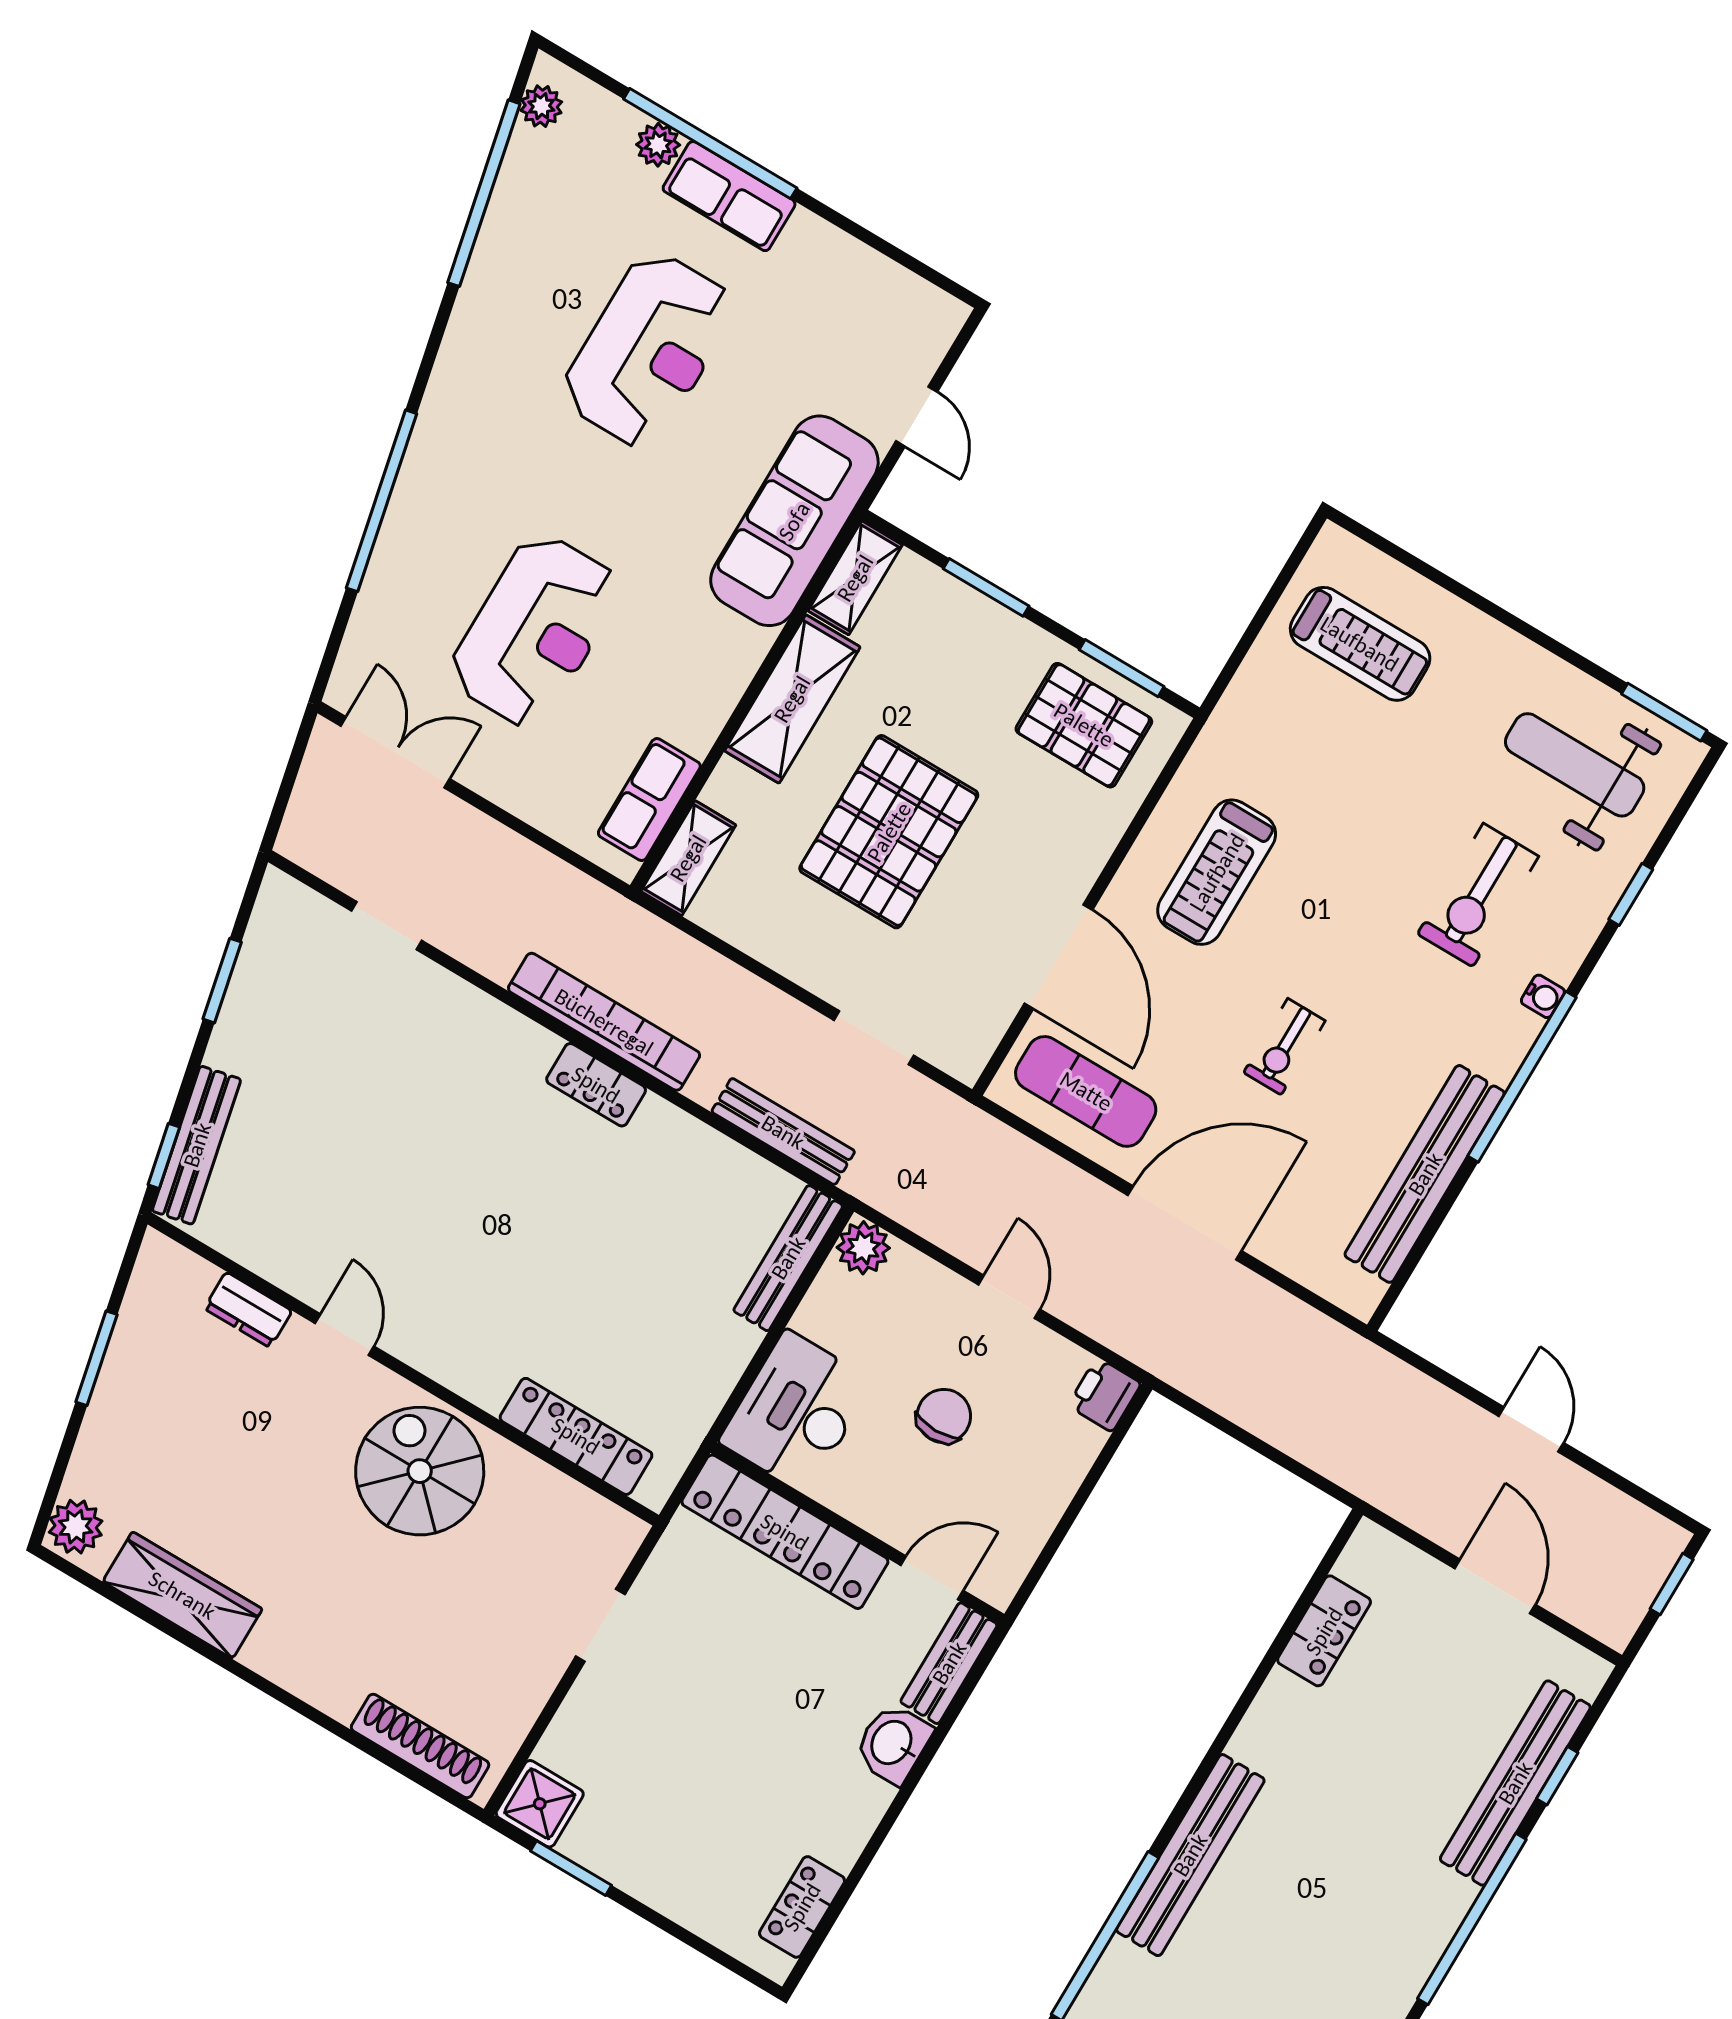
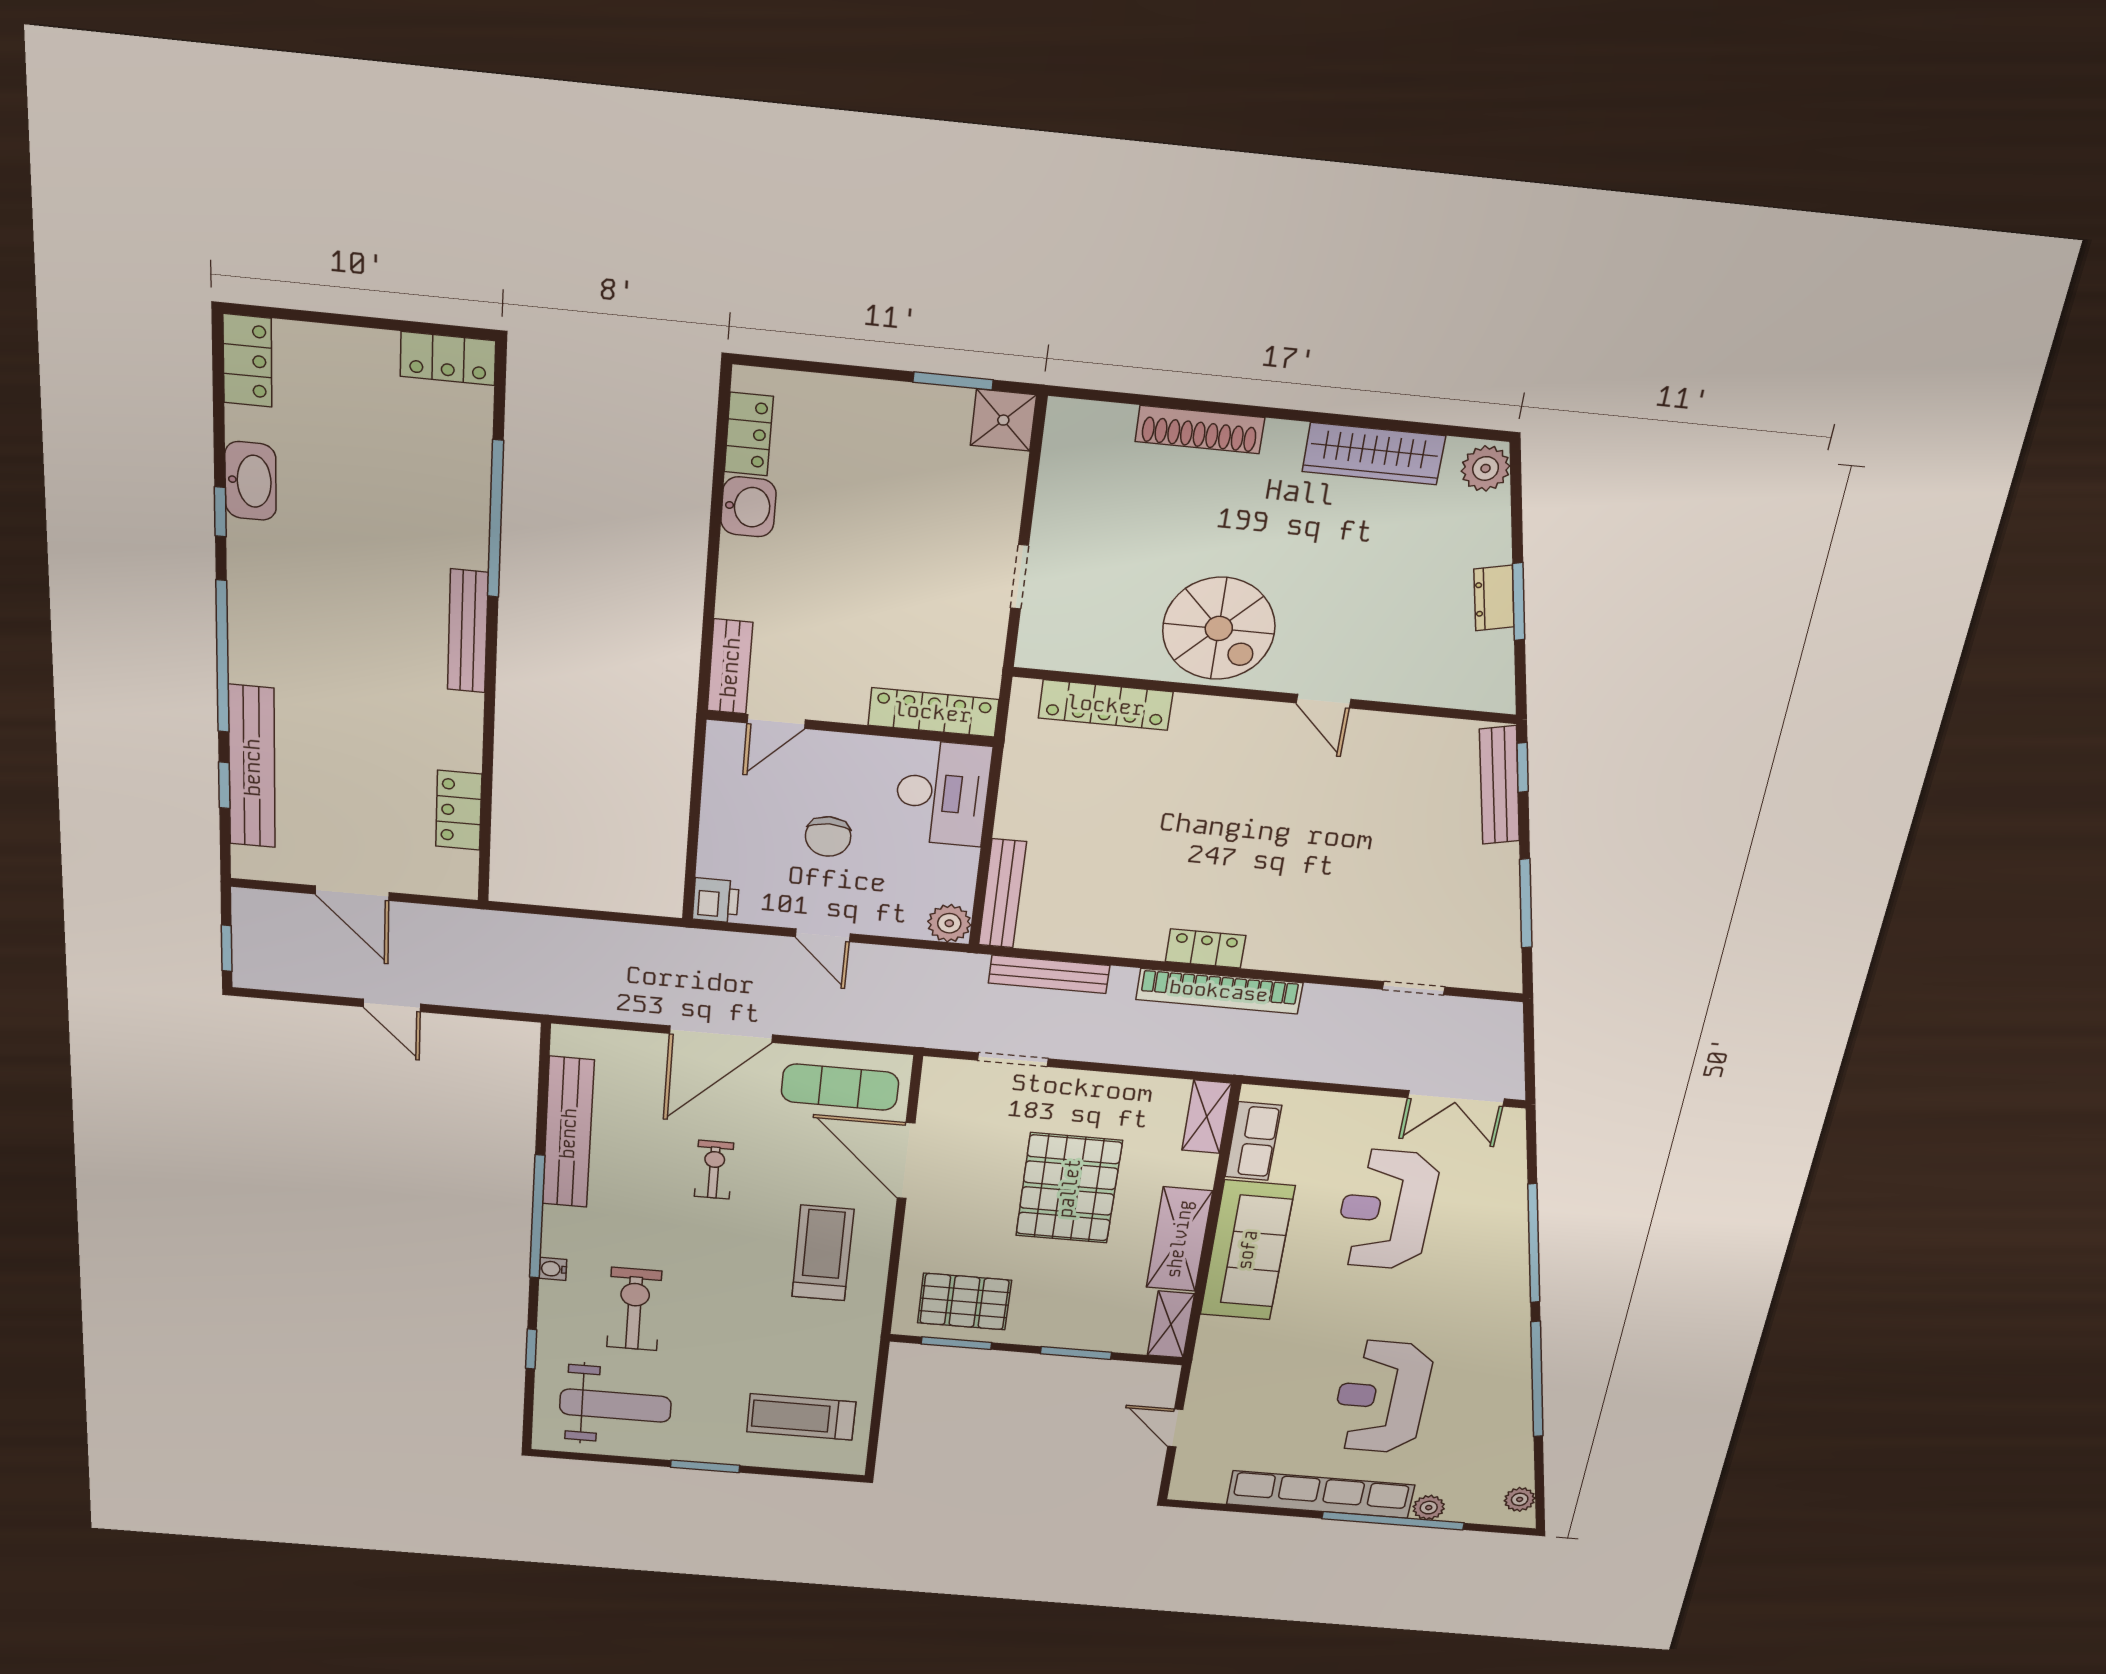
window: (484, 193) -> (1537, 1379), moved
row of seats: (729, 196) -> (1321, 1495), width x2.02
sofa: (794, 521) -> (1247, 1250), moved
window: (1664, 712) -> (705, 1466), moved
window: (222, 981) -> (1526, 903), width x1.44
dresser: (248, 1310) -> (1494, 598), moved, turned -102
locker: (785, 1532) -> (933, 712), width x0.71, depth x0.83
washbasin: (893, 1743) -> (748, 507), moved
shoe rack: (420, 1746) -> (1200, 430), moved
bench: (1190, 1855) -> (468, 631), width x0.73, depth x0.82

